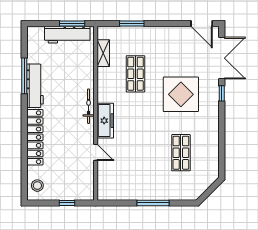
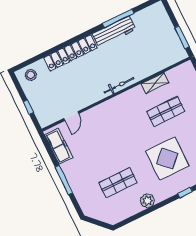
workbench: (67, 35) -> (171, 38), removed
shelving: (103, 53) -> (155, 83), moved
freezer: (105, 121) -> (59, 146), moved, turned -90
plant: (212, 133) -> (147, 201), added
door: (96, 152) -> (71, 116), moved

